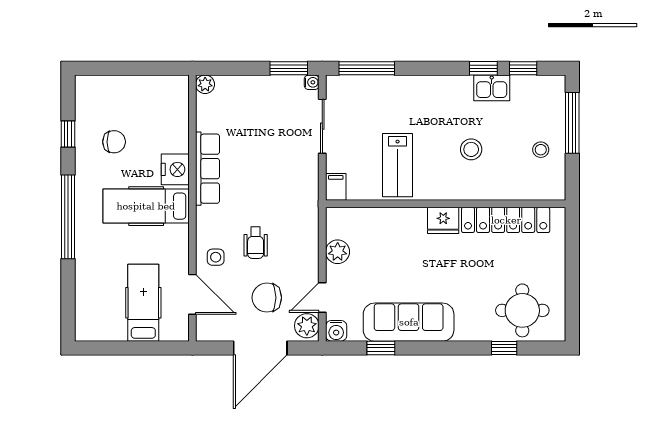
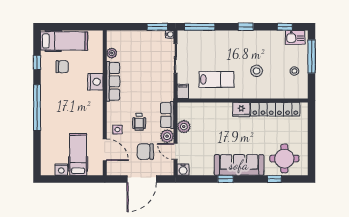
window: (483, 68) -> (246, 27), moved
plant: (205, 84) -> (112, 53), moved
kitchen sink: (492, 88) -> (295, 37), moved
lab bench: (398, 165) -> (216, 79), turned -90
hospital bed: (146, 206) -> (64, 41), moved, turned 180
row of seats: (307, 230) -> (167, 115), added
door: (322, 297) -> (176, 151), hinge flipped
sofa: (409, 322) -> (239, 165), moved
plant: (307, 326) -> (167, 136), moved
nightstand: (113, 331) -> (61, 170), added
window: (381, 348) -> (226, 179), moved

